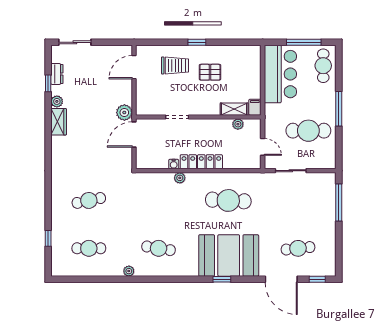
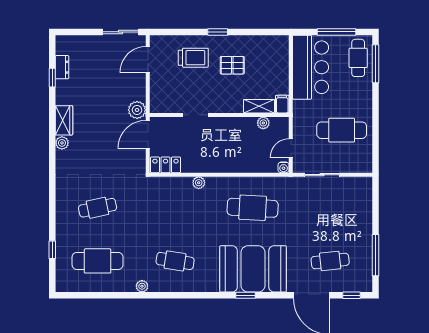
sliding door: (75, 42) -> (121, 32), moved
plant: (57, 101) -> (62, 143), moved
window: (339, 109) -> (375, 64), moved
door: (263, 147) -> (291, 148), swing flipped
locker: (201, 162) -> (165, 165), moved, width x0.66
water cooler: (174, 164) -> (284, 167), moved
window: (339, 203) -> (375, 255), moved
cafe table: (89, 248) -> (98, 261), width x1.37, depth x1.35

